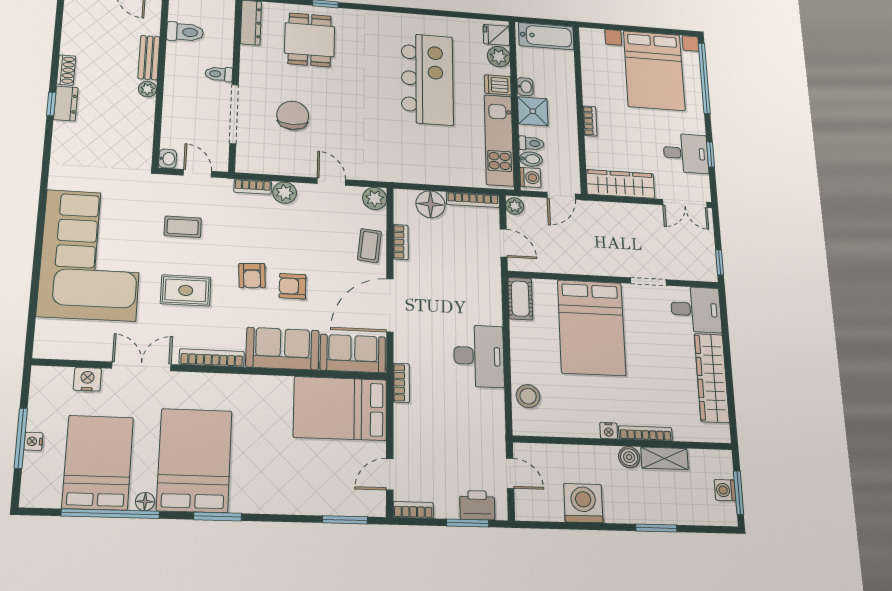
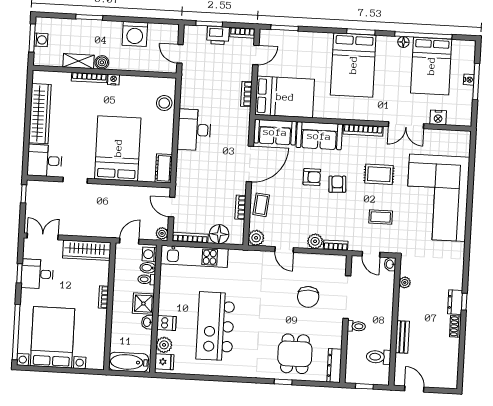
plant: (147, 89) -> (405, 282), moved
kitchen unit: (499, 140) -> (194, 256), moved, turned 90
bookcase: (401, 383) -> (246, 94), moved
bed: (194, 460) -> (353, 65), moved
printer: (477, 505) -> (218, 35), moved

